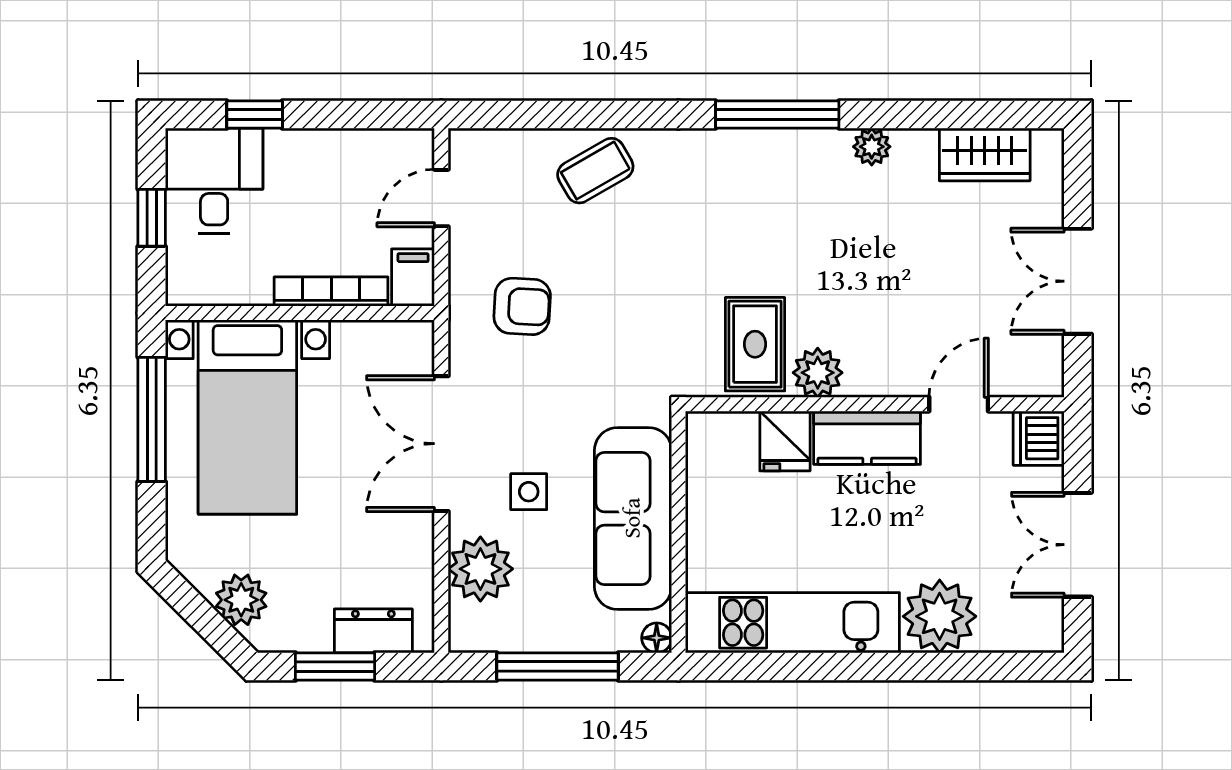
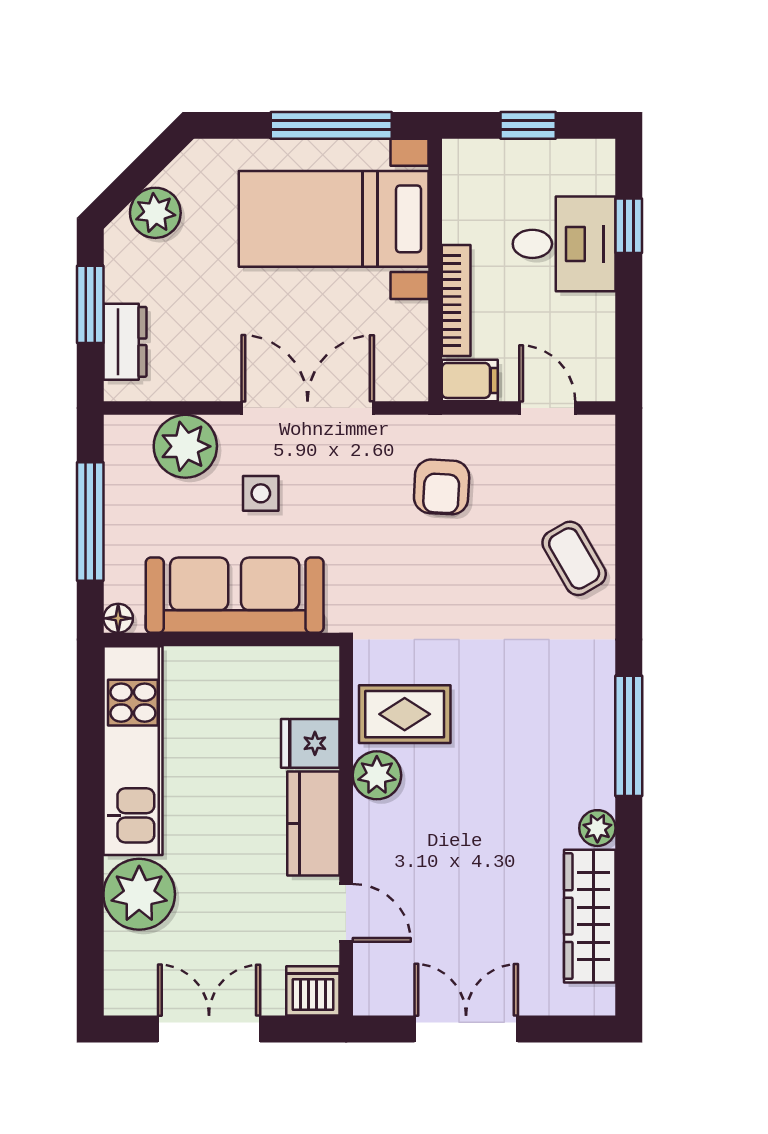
wardrobe: (985, 155) -> (590, 916), width x1.50
desk: (214, 181) -> (564, 244), moved

